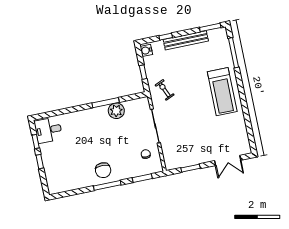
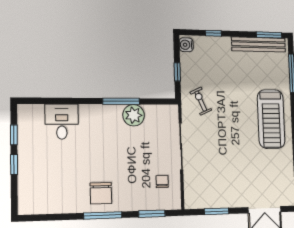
bench: (186, 40) -> (259, 44), moved
desk: (48, 130) -> (62, 122), moved, turned 90

